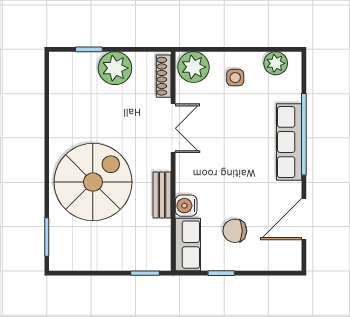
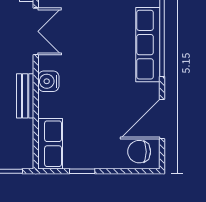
water cooler: (186, 206) -> (48, 81), moved
chair: (235, 231) -> (139, 152), moved

